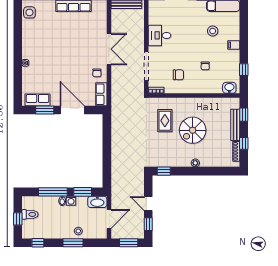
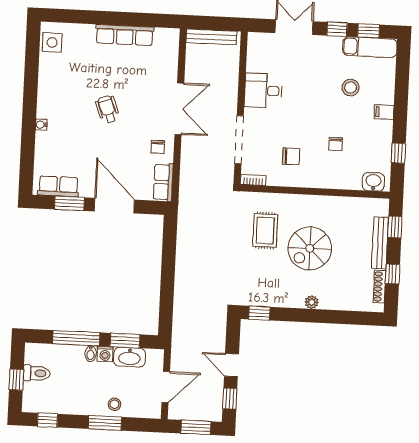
wheelchair: (65, 52) -> (108, 109), added
washbasin: (97, 202) -> (130, 357), moved

